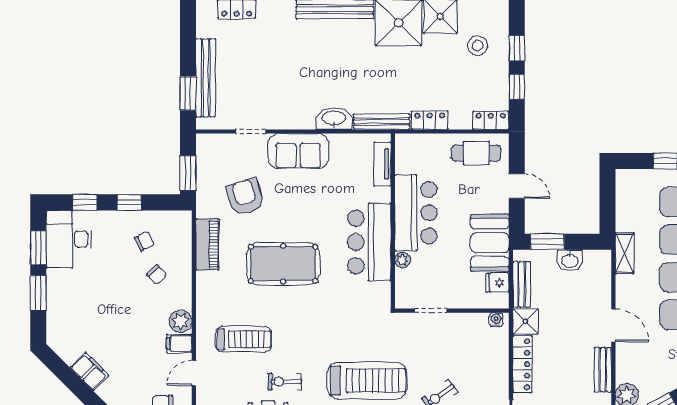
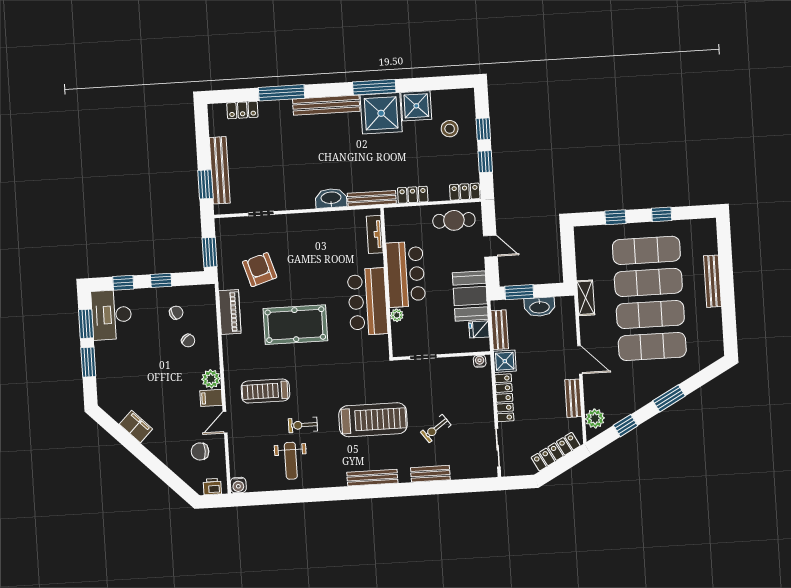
sofa: (298, 151) -> (302, 228), removed
washbasin: (570, 260) -> (539, 307), width x1.38
treadmill: (243, 339) -> (265, 391), turned 180

